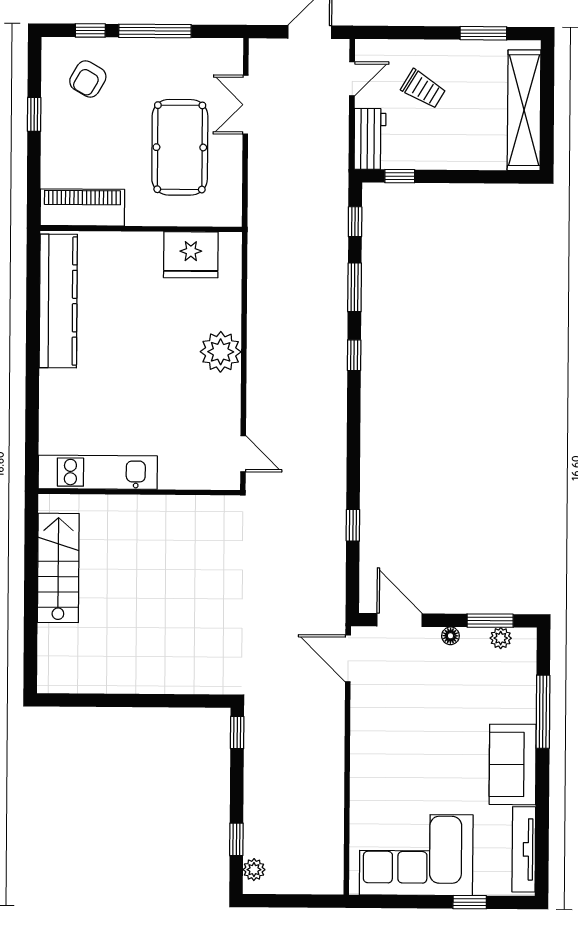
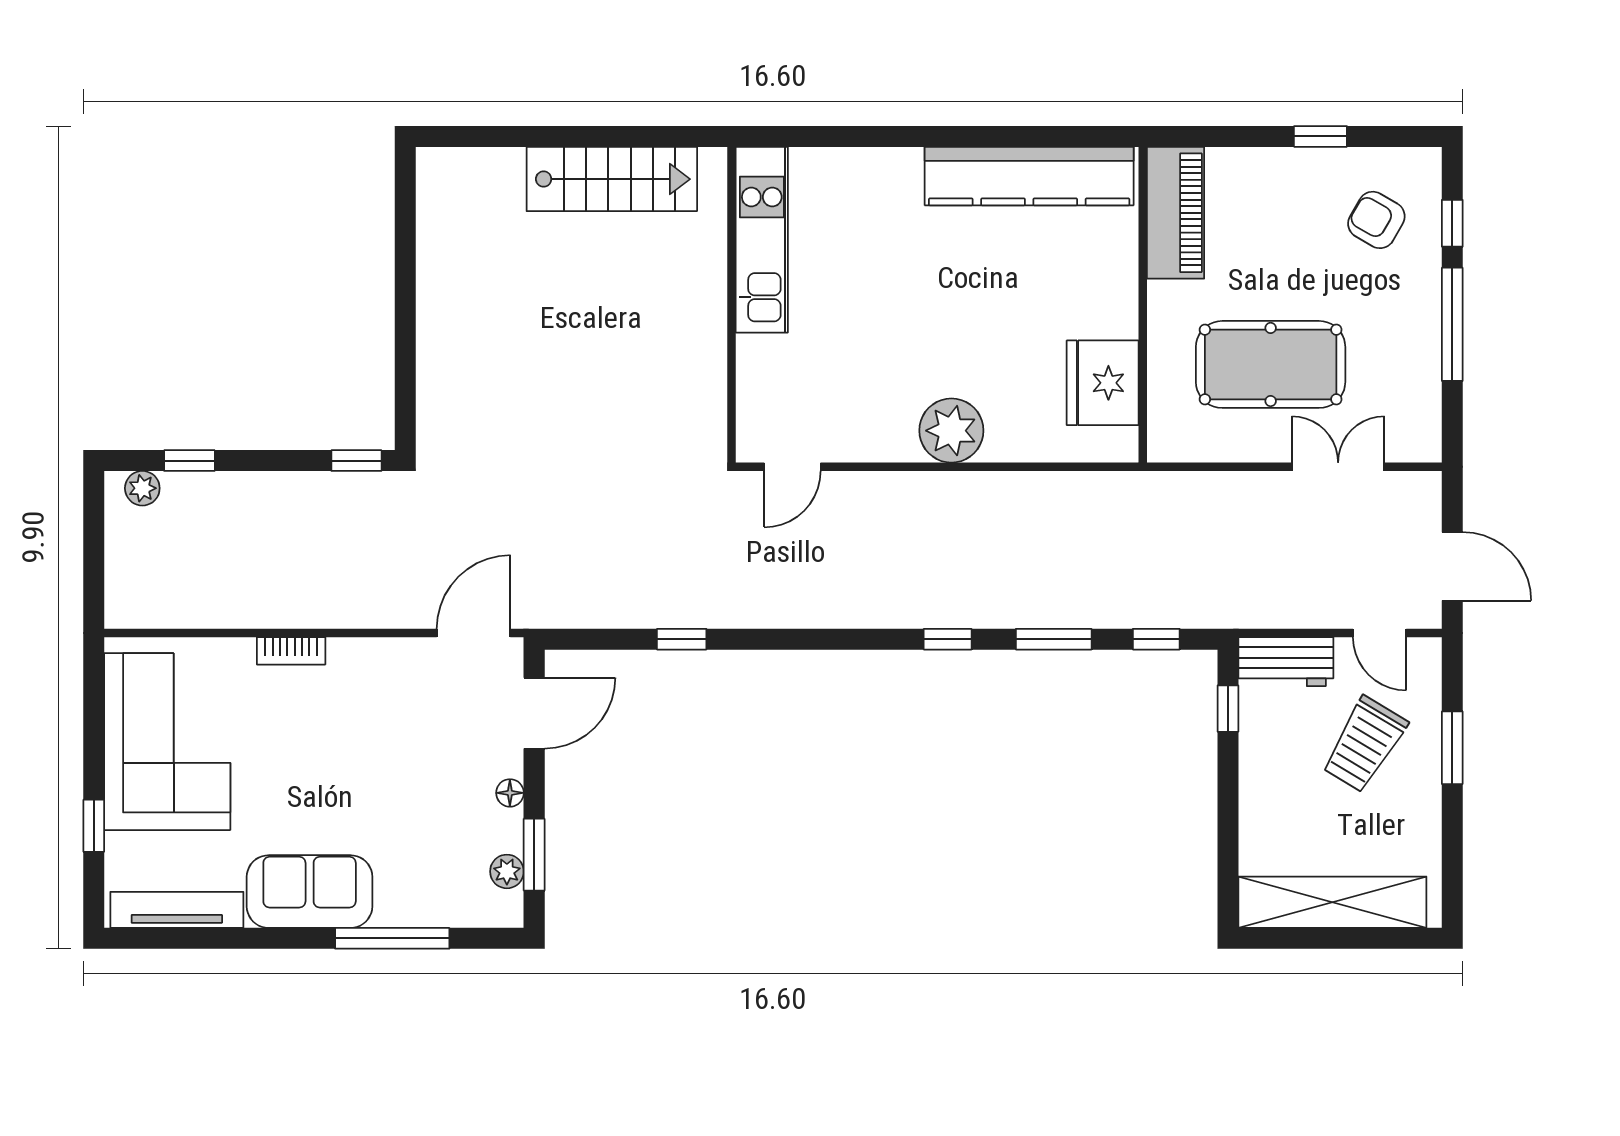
window: (483, 33) -> (1452, 748), moved
trolley: (423, 89) -> (1364, 744), width x1.36, depth x1.39
bookcase: (359, 775) -> (291, 651), added

